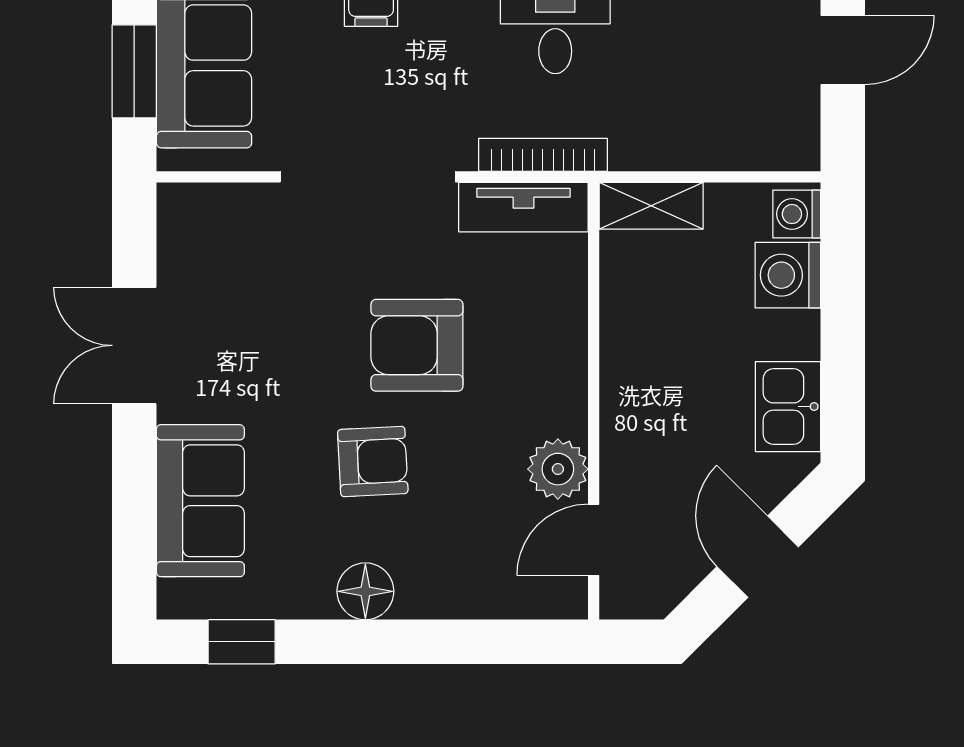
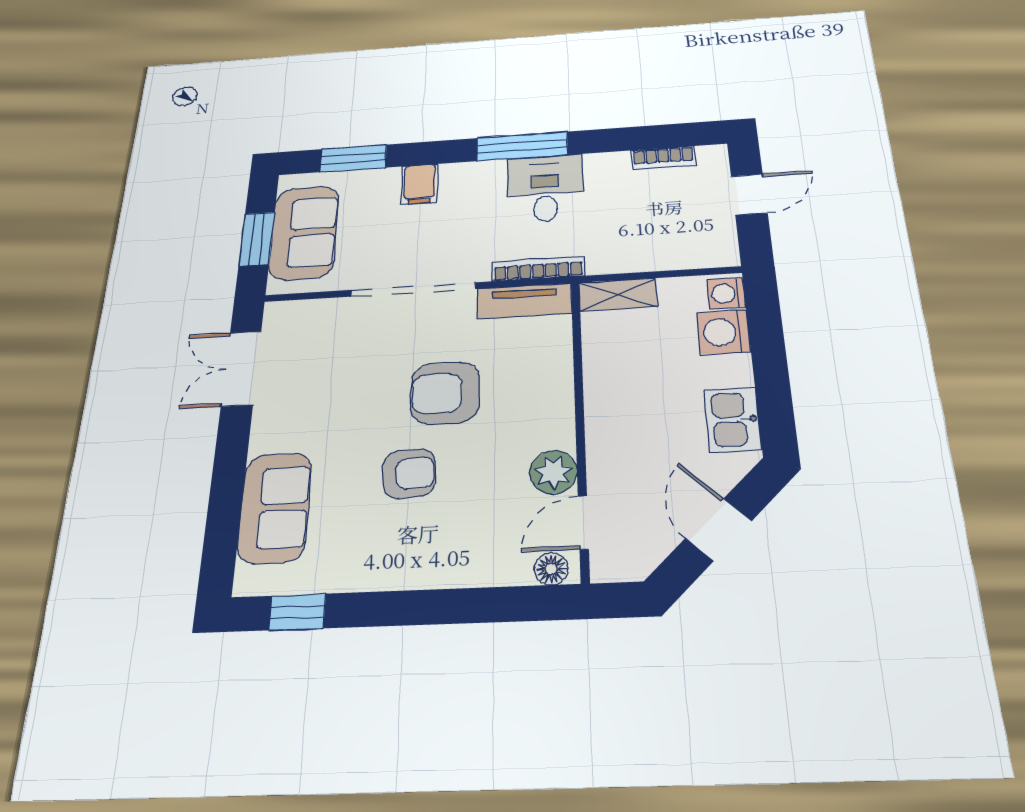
double door: (134, 345) -> (241, 368), moved
floor lamp: (365, 591) -> (551, 569), moved, width x0.73, depth x0.73

